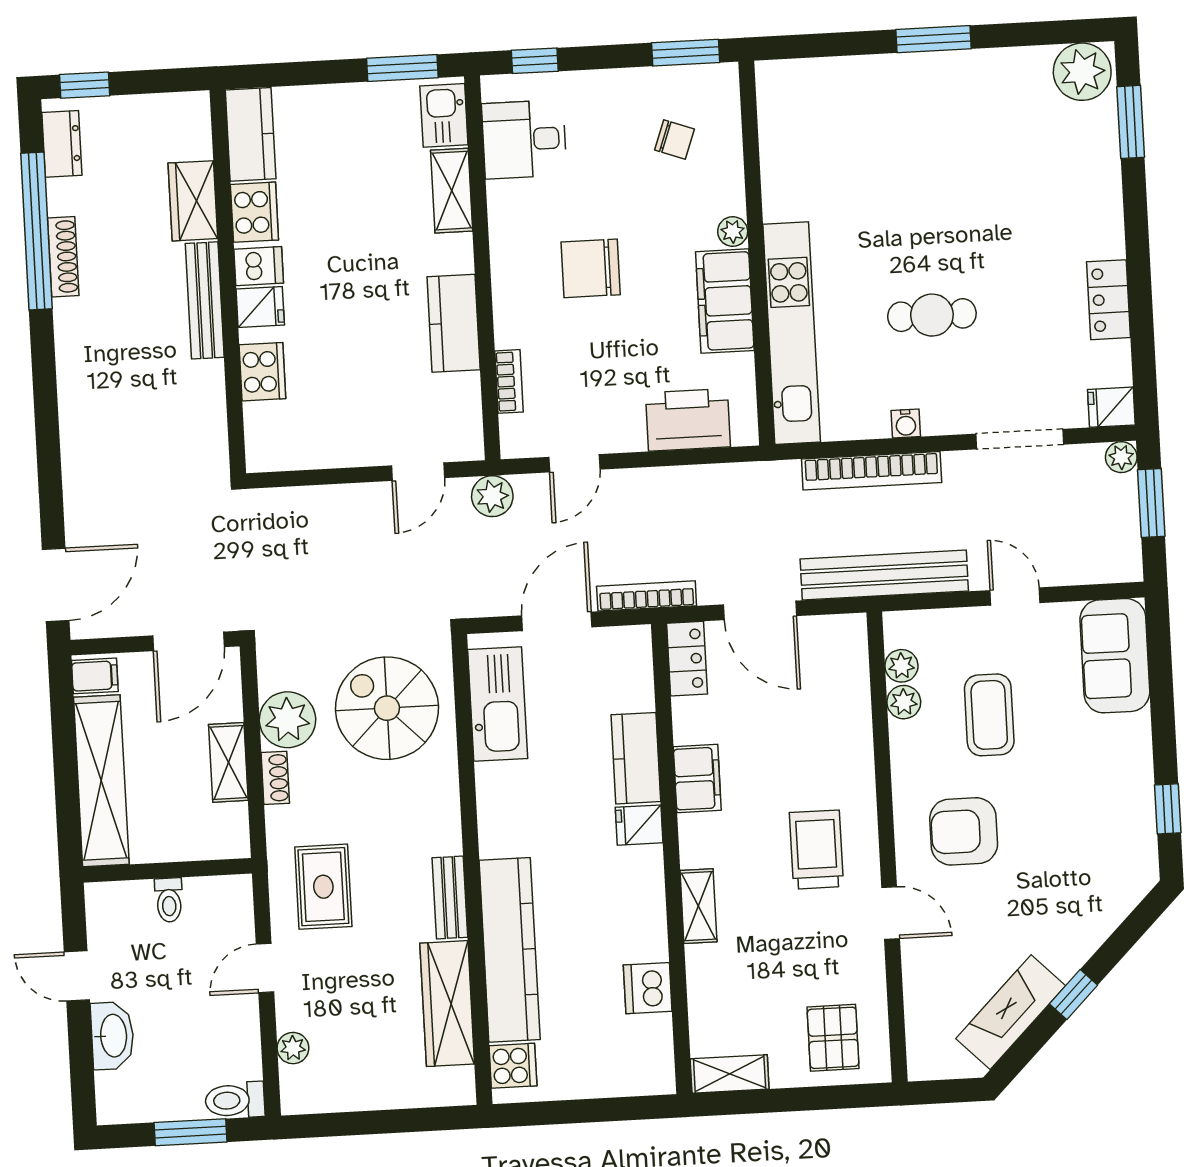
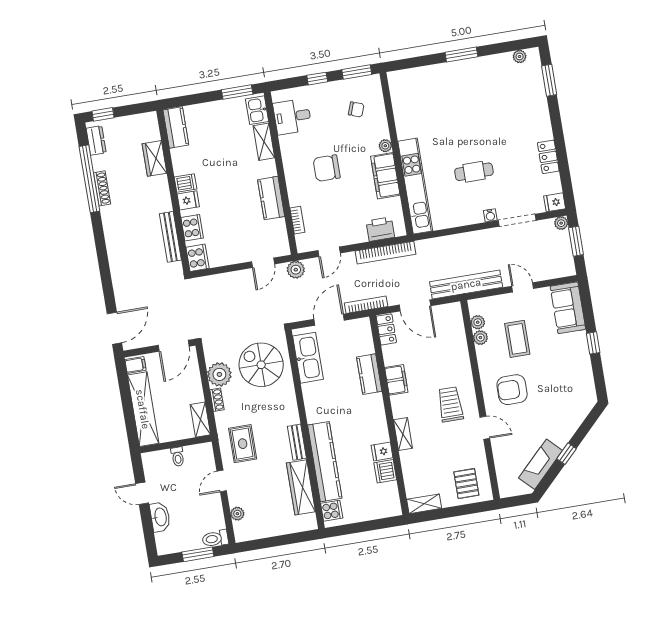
window: (535, 61) -> (317, 79), moved
plant: (1082, 72) -> (520, 56), width x0.53, depth x0.53
cooker: (254, 212) -> (197, 258), moved
bench: (205, 300) -> (170, 237), moved
printer: (688, 420) -> (380, 229), width x0.73, depth x0.84
water cooler: (906, 424) -> (490, 215), moved
bookcase: (872, 471) -> (386, 253), moved
shelving: (228, 762) -> (200, 420), moved
window: (1168, 809) -> (593, 343), moved
fridge: (639, 825) -> (382, 452), moved

